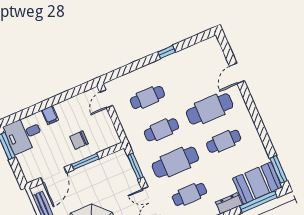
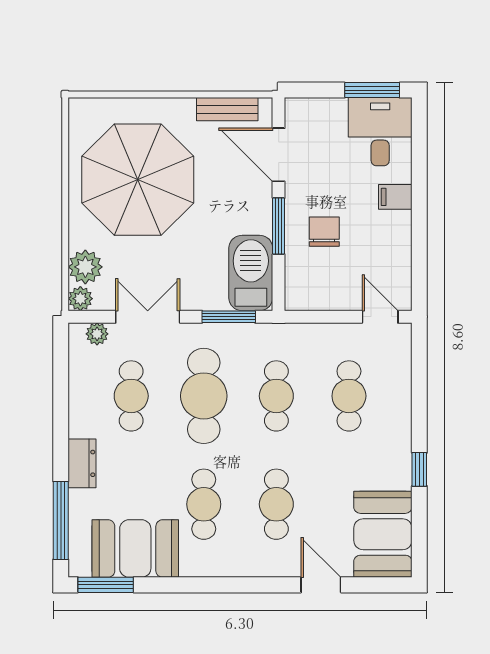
booth: (202, 56) -> (383, 534), added
cafe table: (210, 109) -> (276, 504), width x0.73, depth x0.74
barbecue: (112, 165) -> (251, 273), added
booth: (257, 183) -> (135, 549), moved, turned 90

